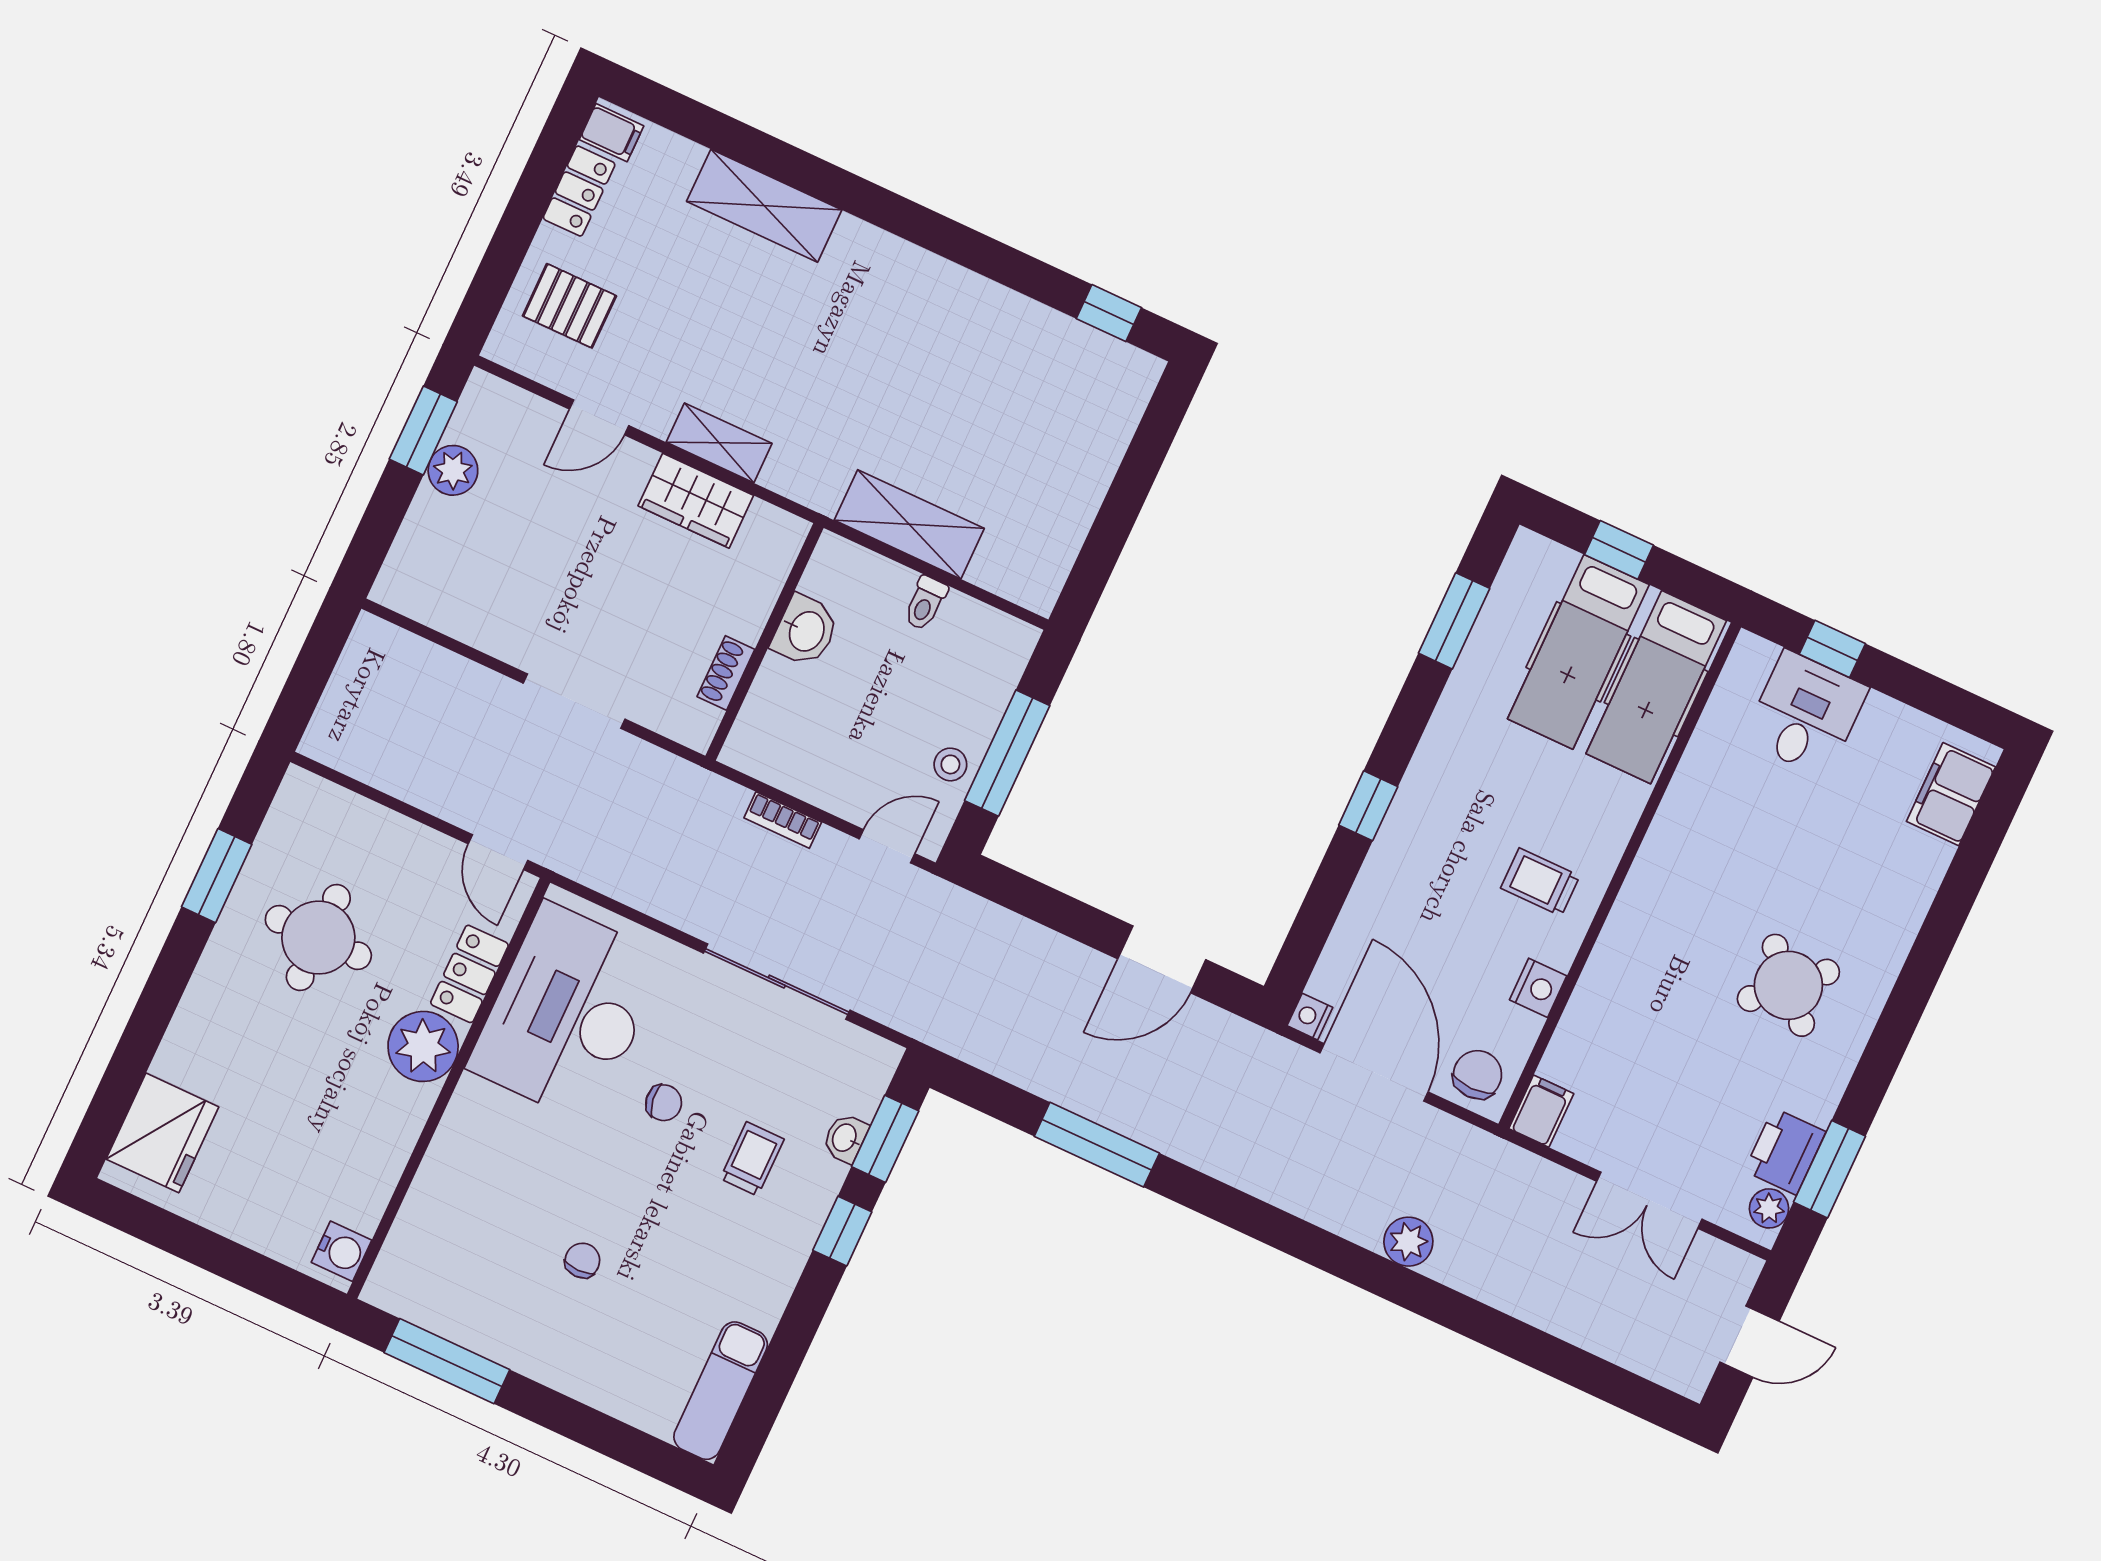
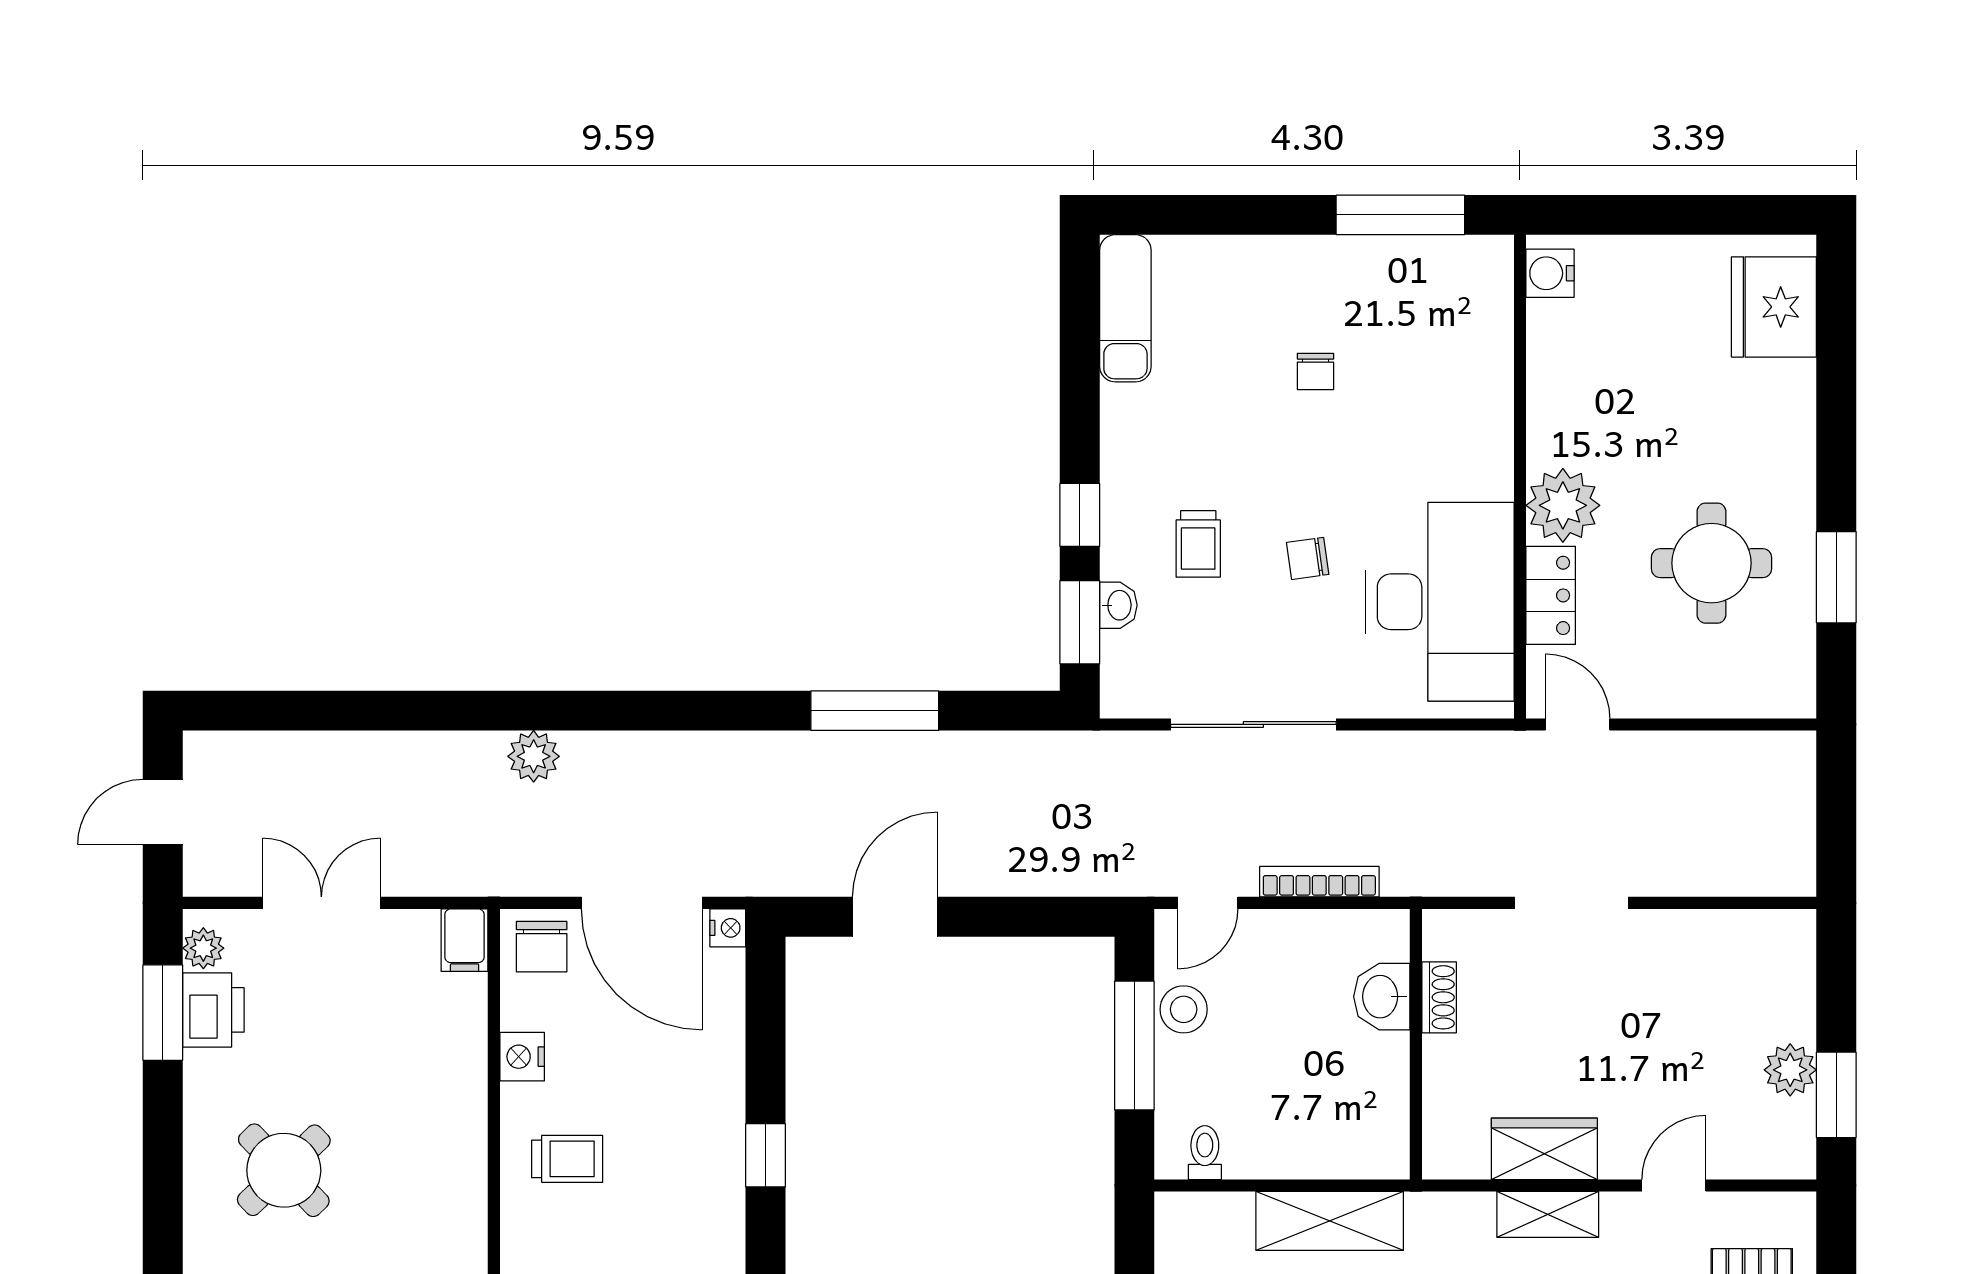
toilet: (925, 603) -> (1205, 1153), moved
washbasin: (805, 631) -> (1382, 997), moved
stool: (950, 764) -> (1184, 1009), width x1.37, depth x1.37
bookcase: (783, 820) -> (1319, 882), width x1.56

